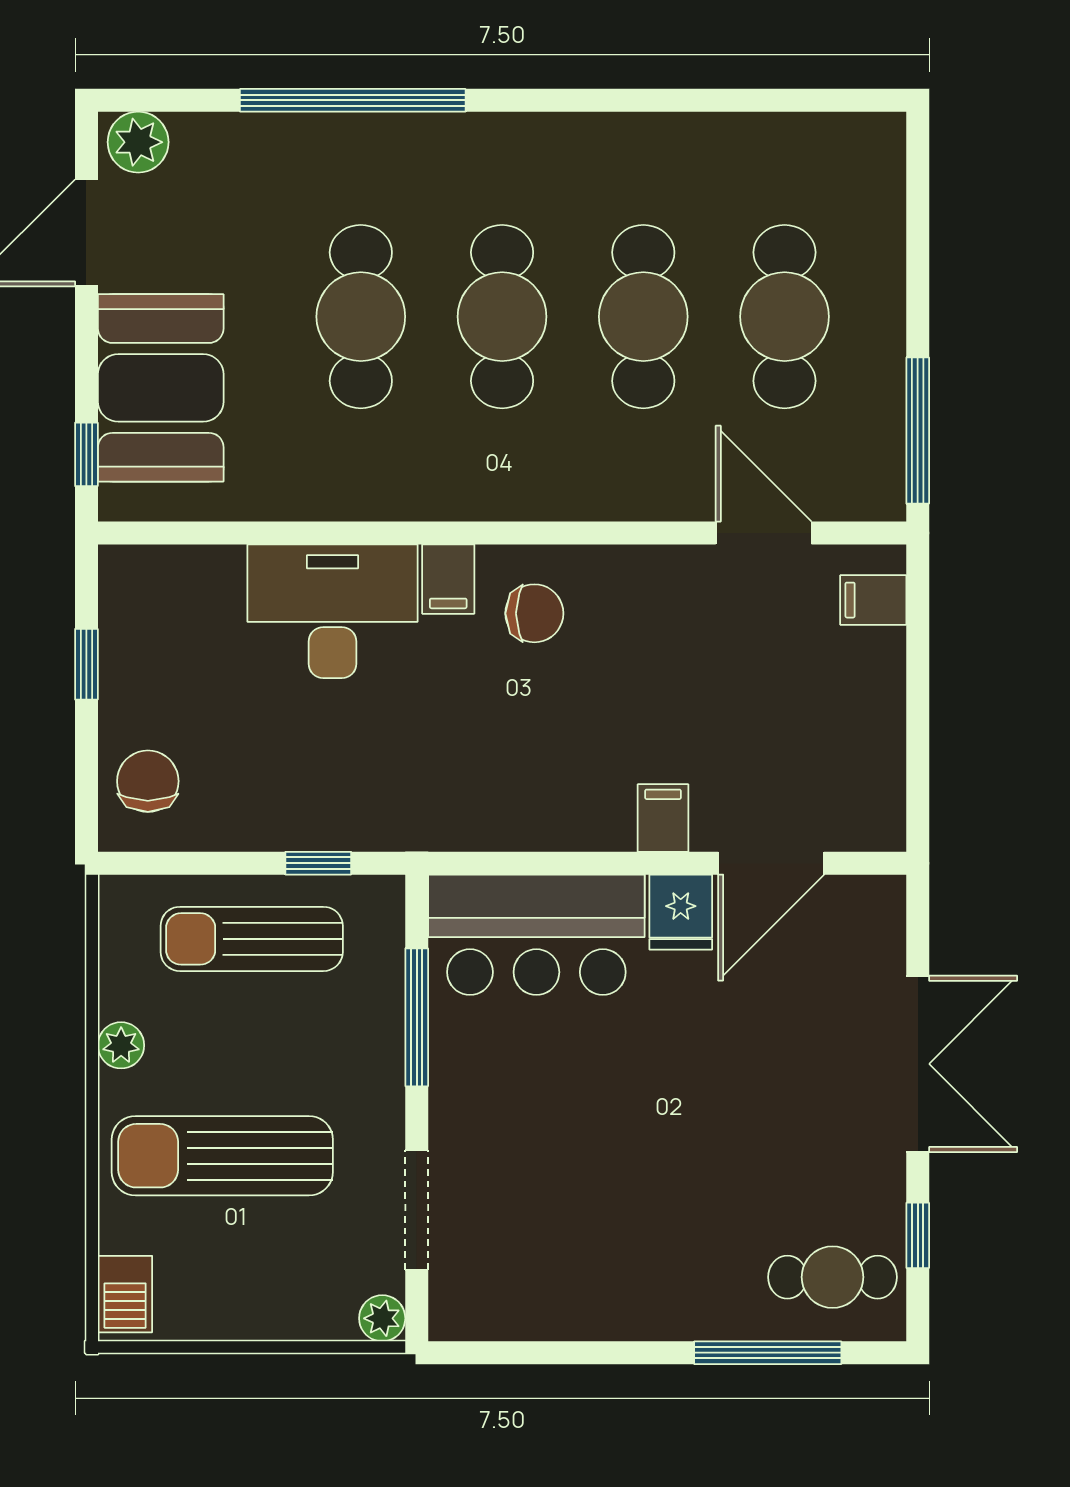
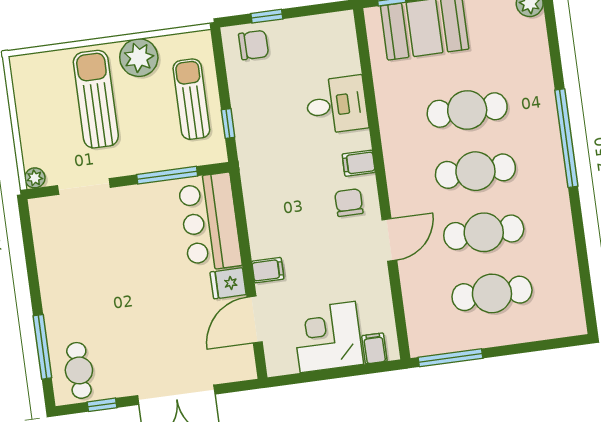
window: (353, 100) -> (566, 138), moved
door: (764, 533) -> (389, 240), moved
desk: (333, 611) -> (337, 105), width x0.73
chair: (534, 613) -> (349, 202), turned 180
window: (86, 664) -> (267, 16), moved
corner desk: (833, 703) -> (328, 337), added
door: (771, 863) -> (255, 320), hinge flipped
plant: (121, 1045) -> (139, 58), width x1.87, depth x1.87
barbecue: (125, 1294) -> (30, 65), removed

